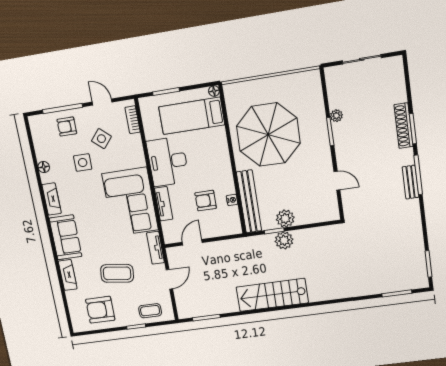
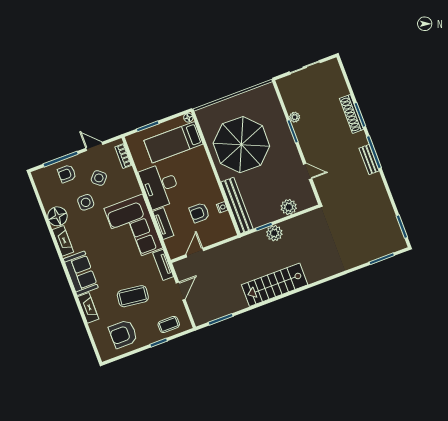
floor lamp: (44, 167) -> (57, 216), width x1.89, depth x1.89
plant: (285, 219) -> (289, 207), moved

